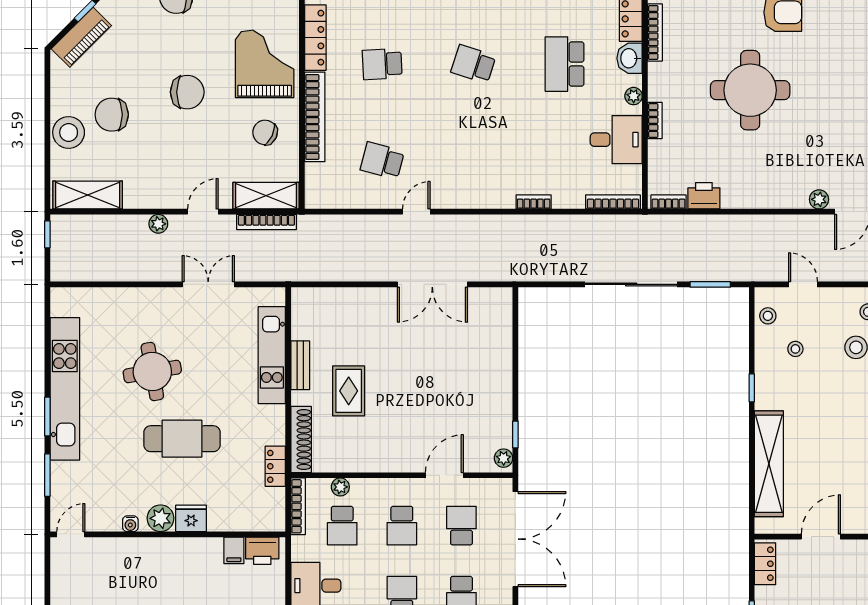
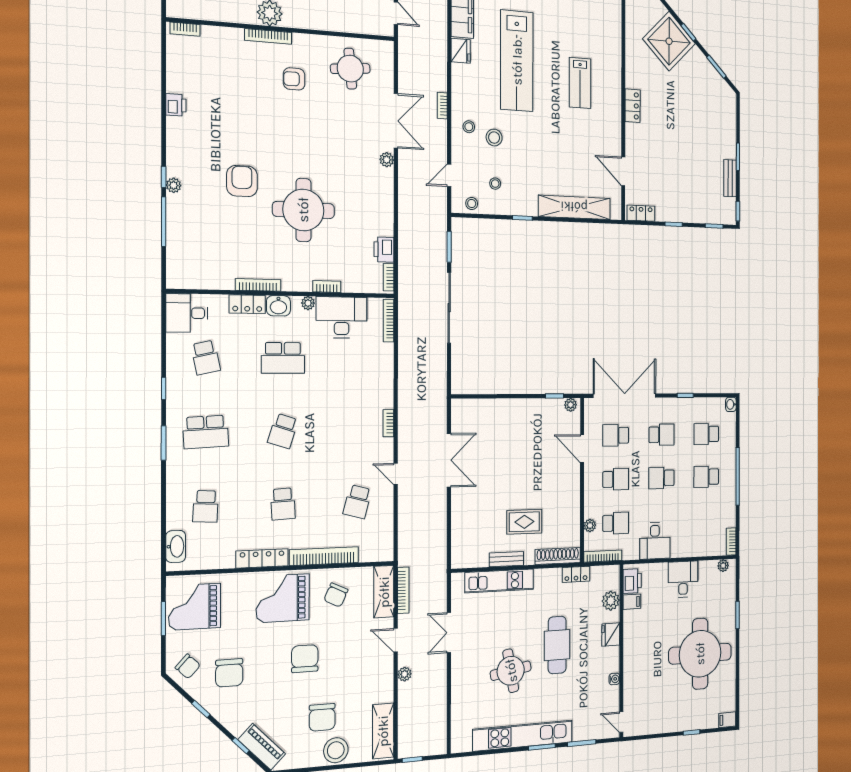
desk: (616, 140) -> (341, 317), width x1.37
bookcase: (534, 202) -> (388, 423), moved
plant: (161, 518) -> (611, 601), moved

